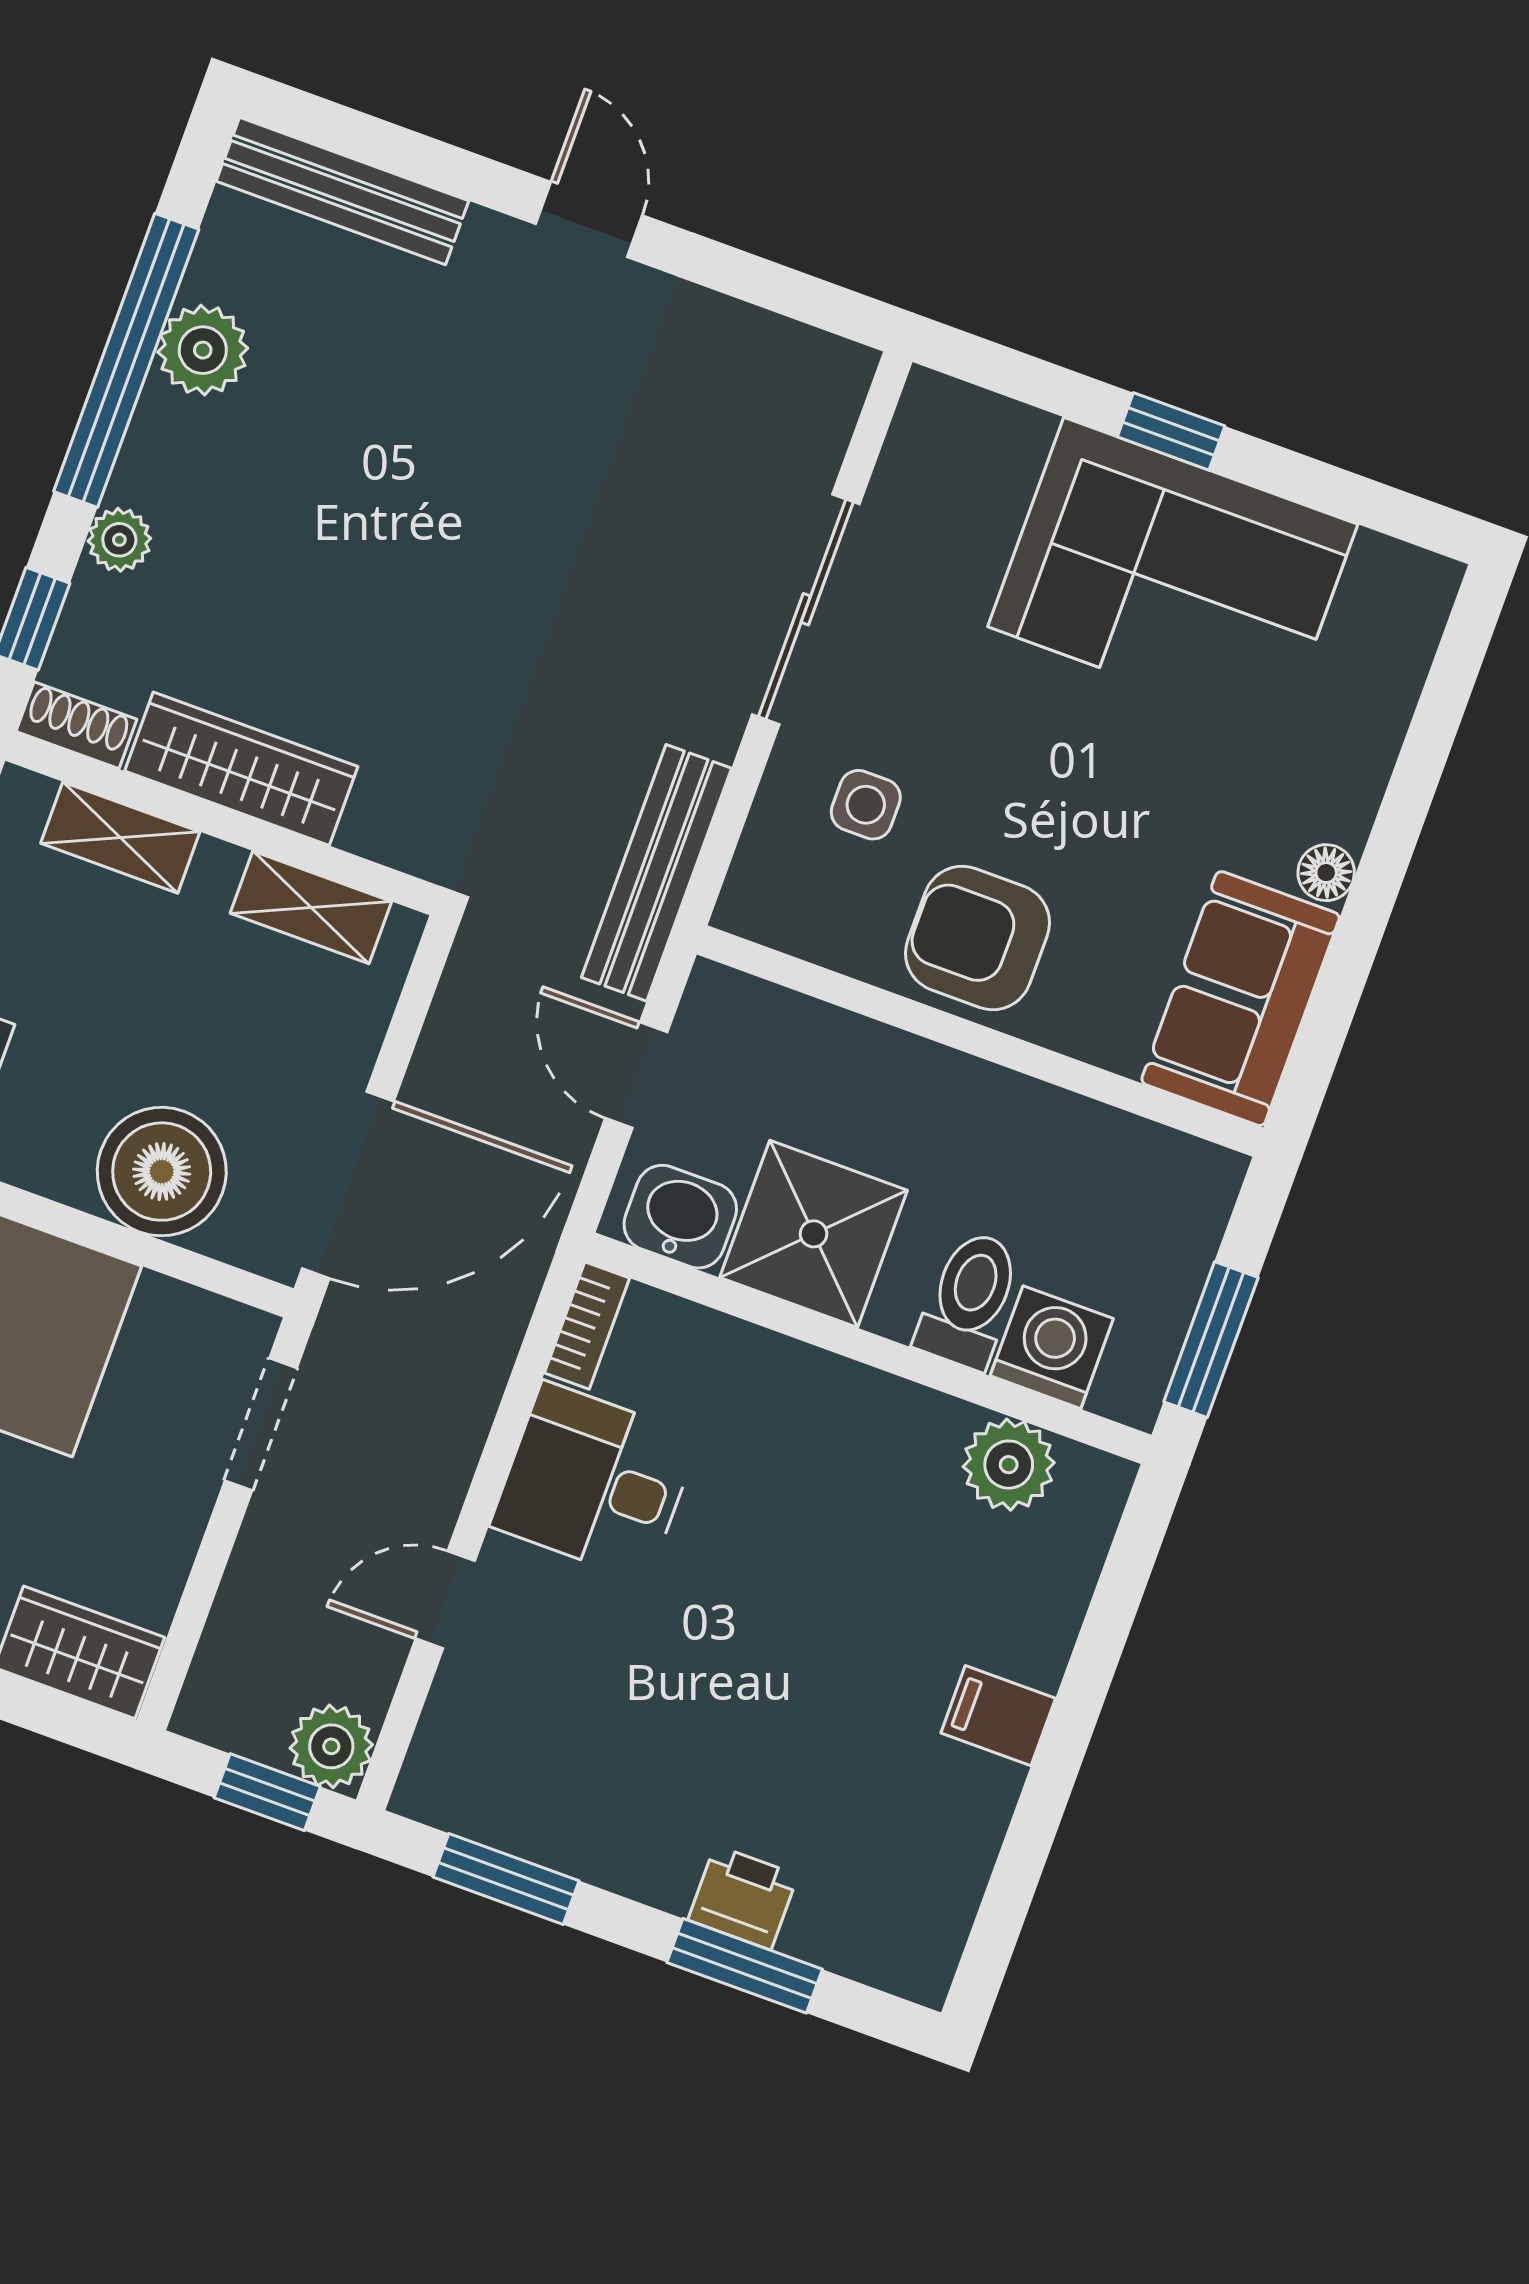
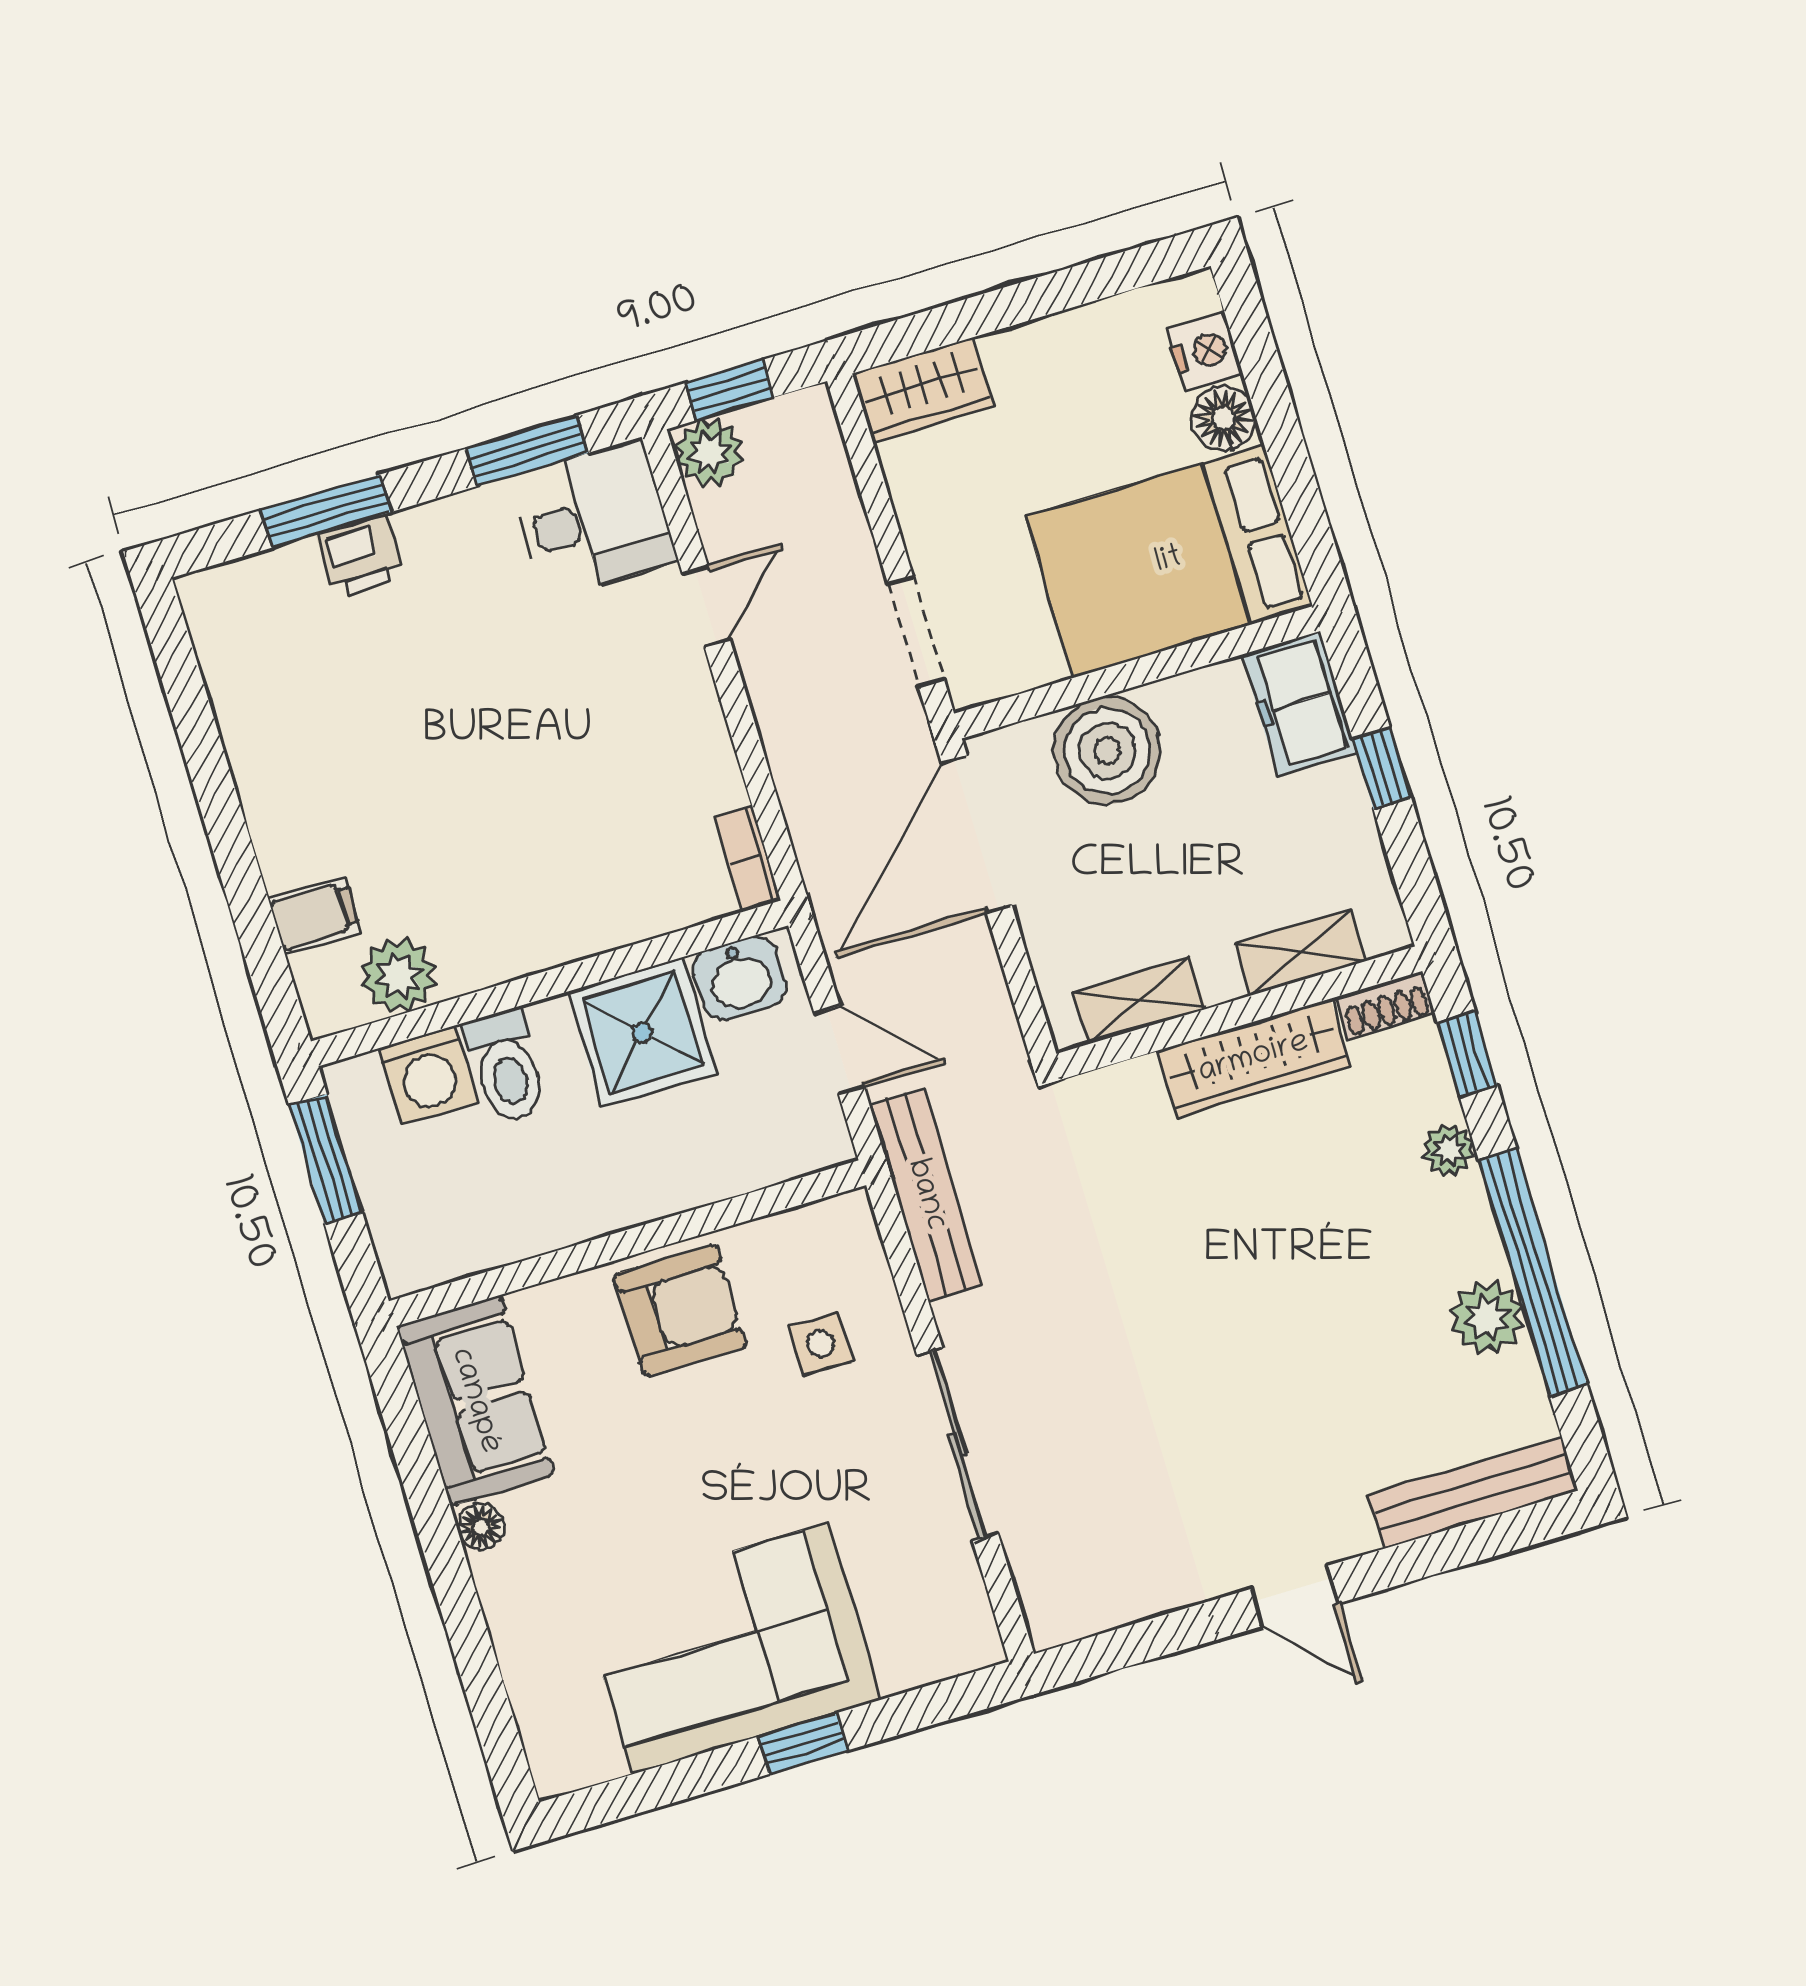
desk: (595, 1482) -> (593, 519), moved
filing cabinet: (998, 1716) -> (315, 916), moved

